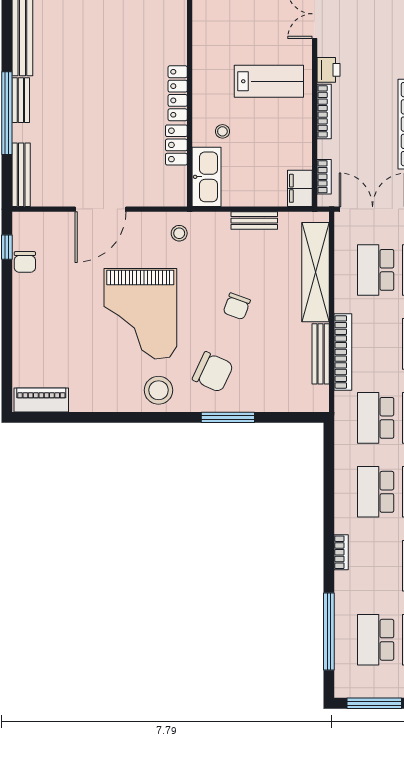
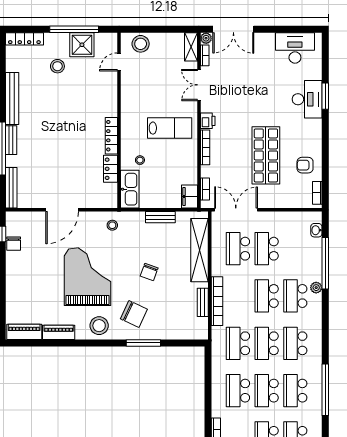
grand piano: (140, 314) -> (87, 277), turned 180
bench: (321, 354) -> (203, 302), width x0.73
piano: (95, 401) -> (59, 332), added

